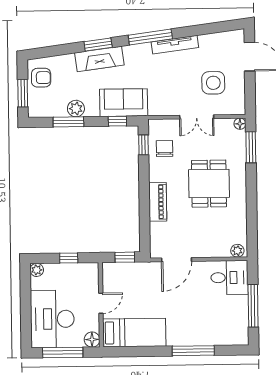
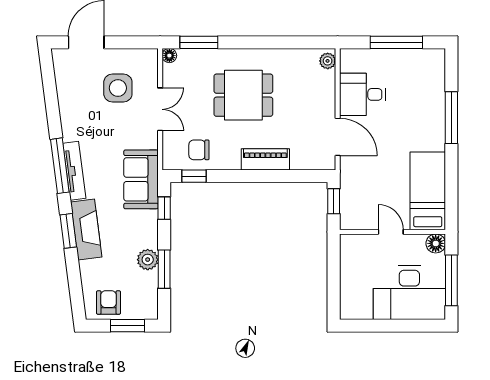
tv unit: (175, 45) -> (74, 171), moved
sofa: (124, 103) -> (141, 179), moved
window: (69, 258) -> (334, 271), removed
plant: (37, 270) -> (348, 311), removed
desk: (229, 278) -> (362, 94), moved, turned -90

